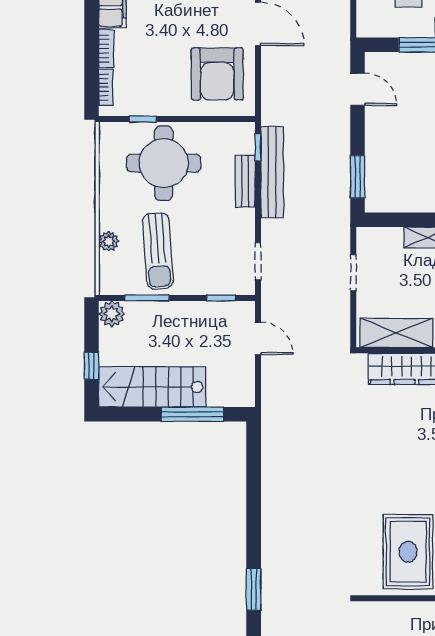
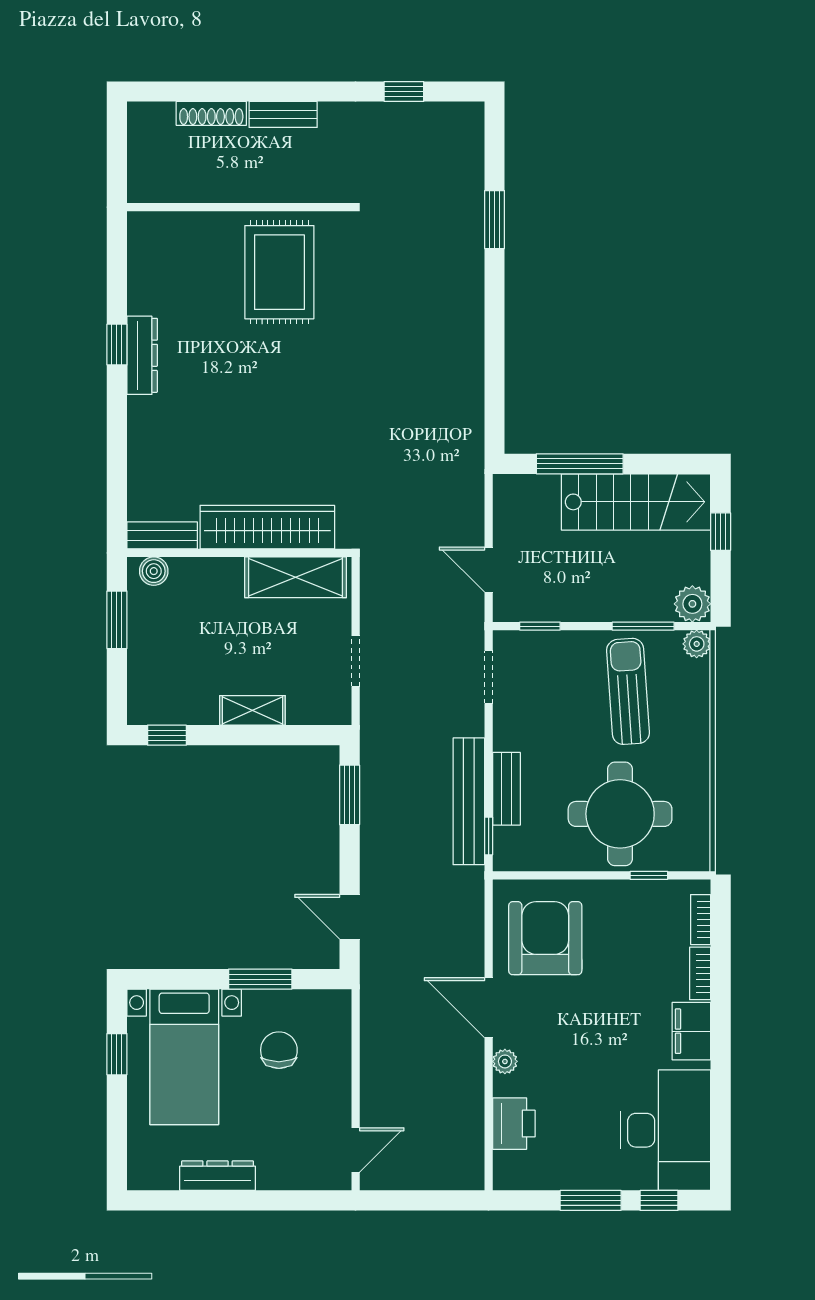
plant: (109, 241) -> (697, 644), moved

